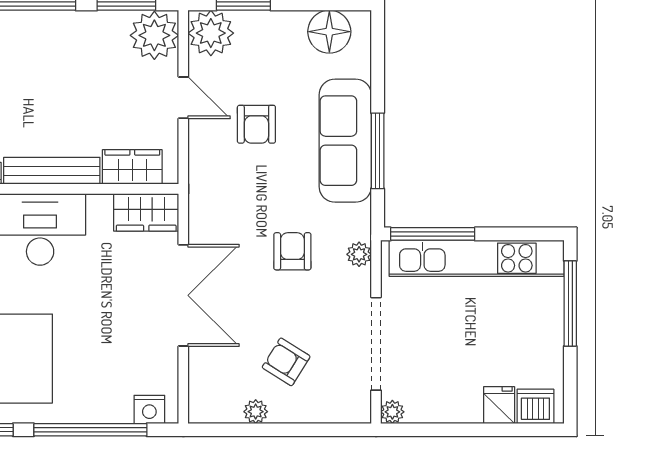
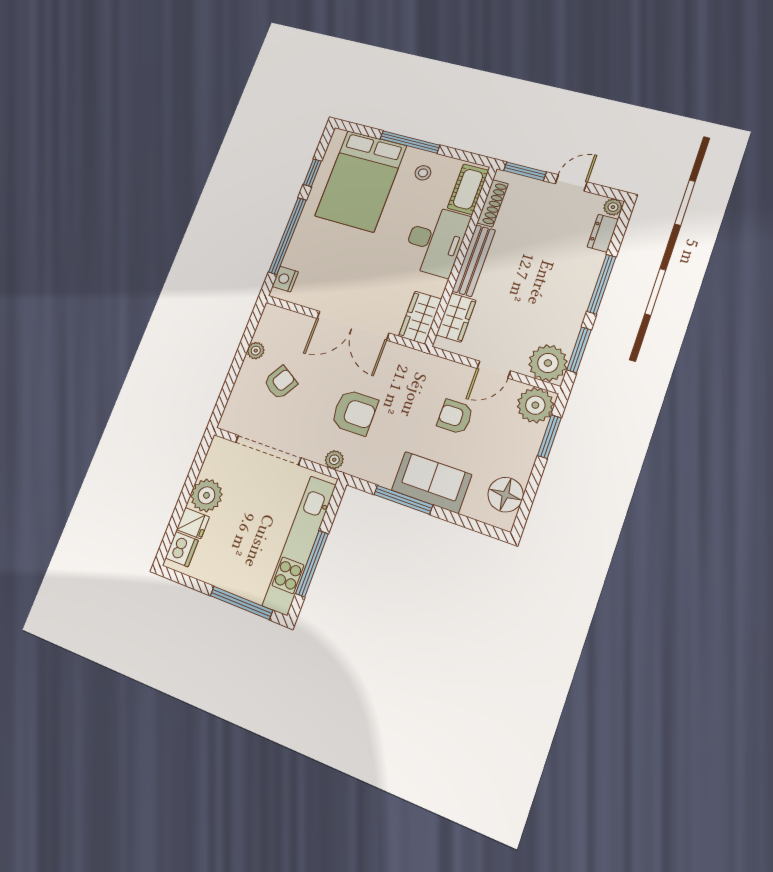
sofa: (345, 141) -> (431, 482), width x0.73
window: (433, 234) -> (312, 564), moved
armchair: (292, 251) -> (354, 412), width x1.38, depth x1.38
plant: (392, 412) -> (206, 495), moved, width x1.88, depth x1.88

